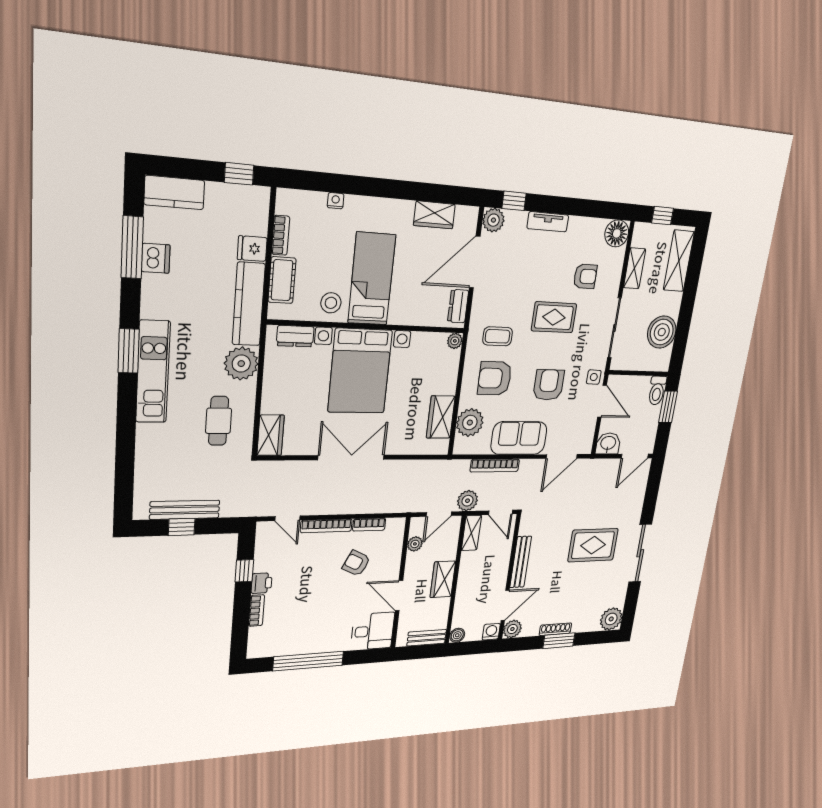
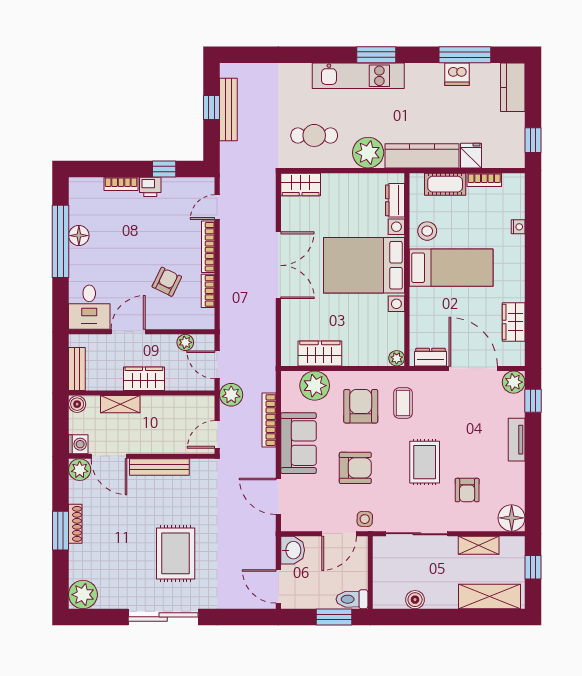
boiler: (662, 332) -> (415, 600), width x0.54, depth x0.54
shelving: (471, 533) -> (120, 404), moved
floor lamp: (304, 645) -> (79, 236), added

